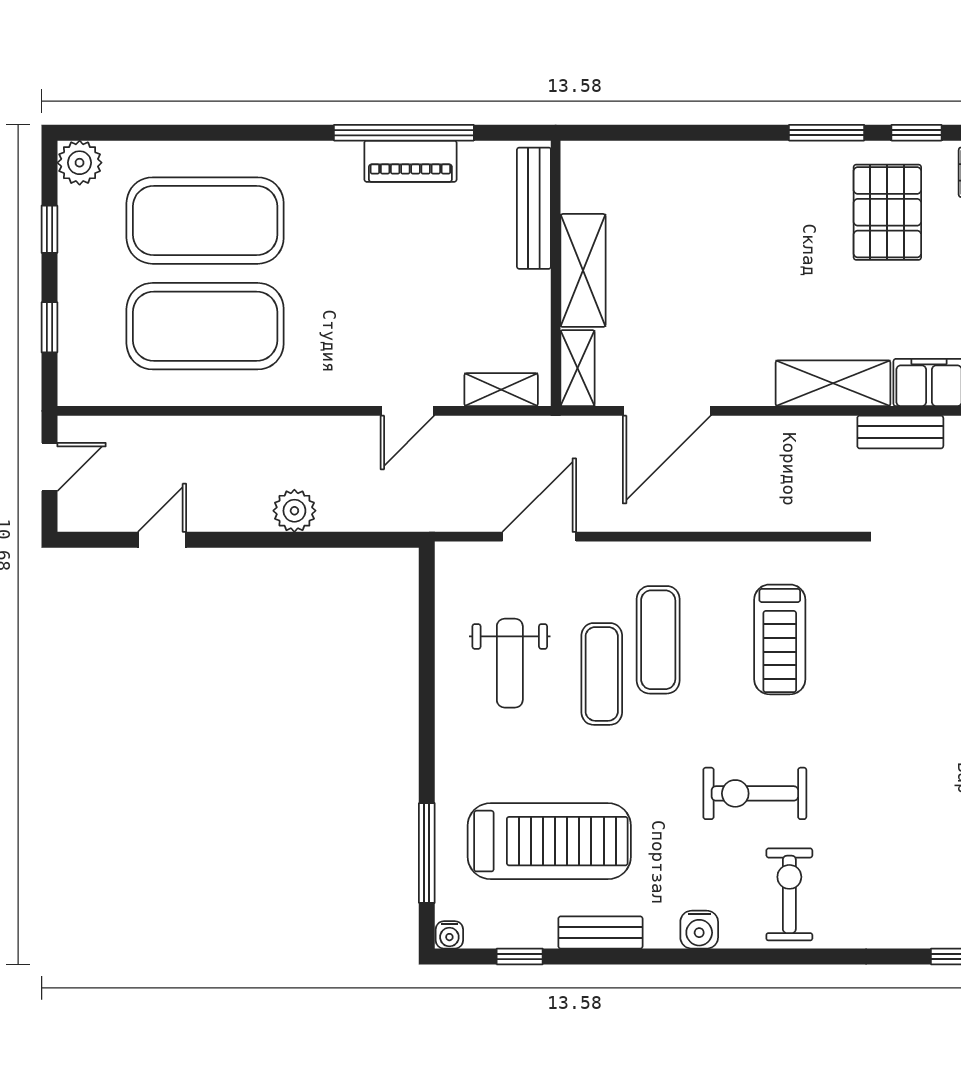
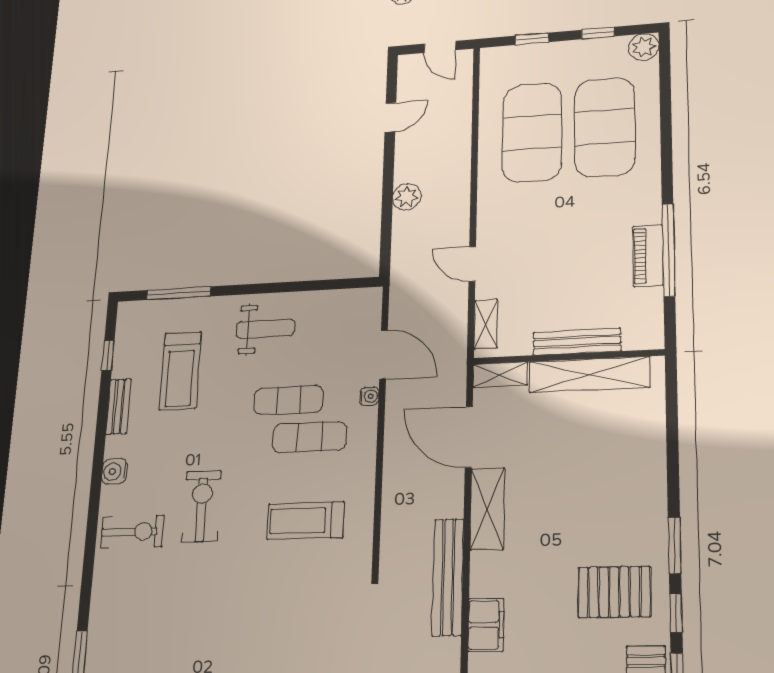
bench: (534, 208) -> (577, 342), moved
shelving: (583, 270) -> (589, 375), width x1.47
shelving: (833, 383) -> (487, 509), moved
bench: (900, 432) -> (448, 577), width x1.86, depth x1.21
door: (162, 540) -> (390, 117), hinge flipped
weight bench: (510, 663) -> (265, 329), moved, turned 180
treadmill: (549, 841) -> (180, 371), width x0.73, depth x0.73
water cooler: (449, 935) -> (369, 396), moved, turned 180

